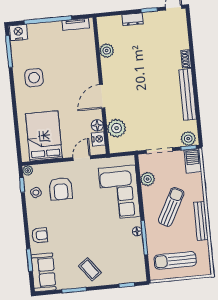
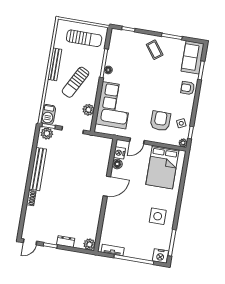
plant: (107, 51) -> (89, 244), moved
plant: (117, 128) -> (102, 158), removed

